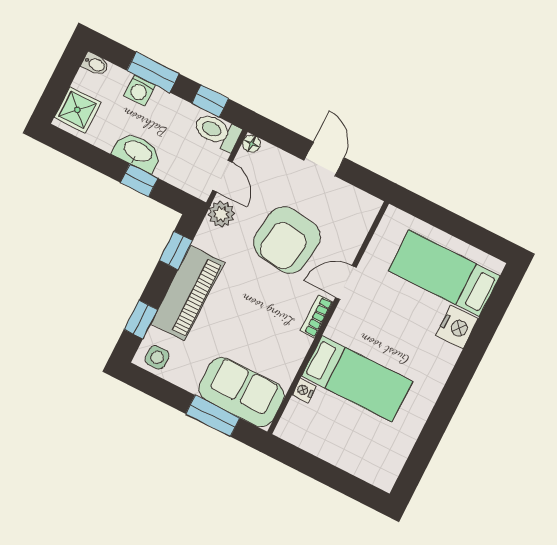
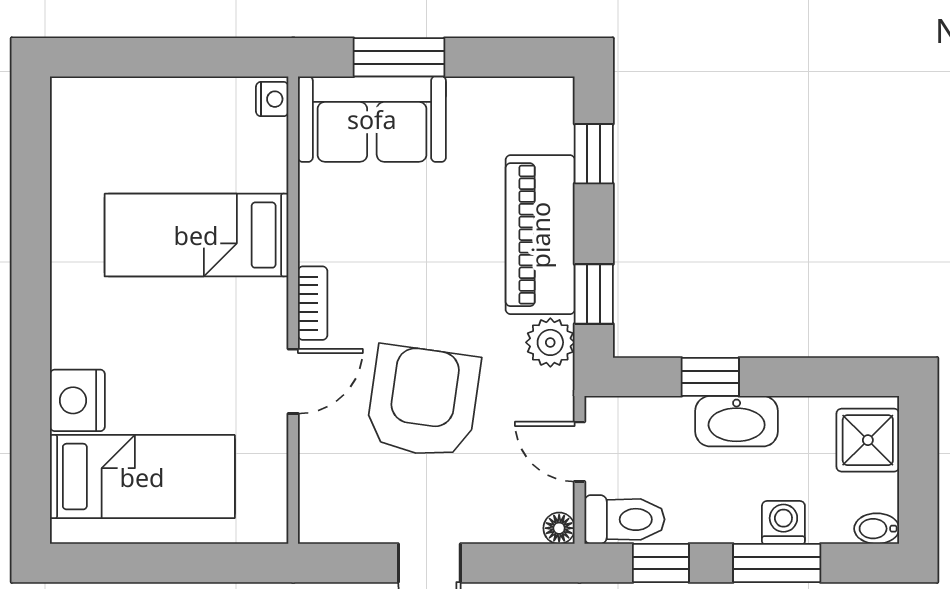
plant: (221, 214) -> (550, 342), moved
side table: (157, 357) -> (537, 106), removed
nightstand: (304, 391) -> (272, 99), moved

